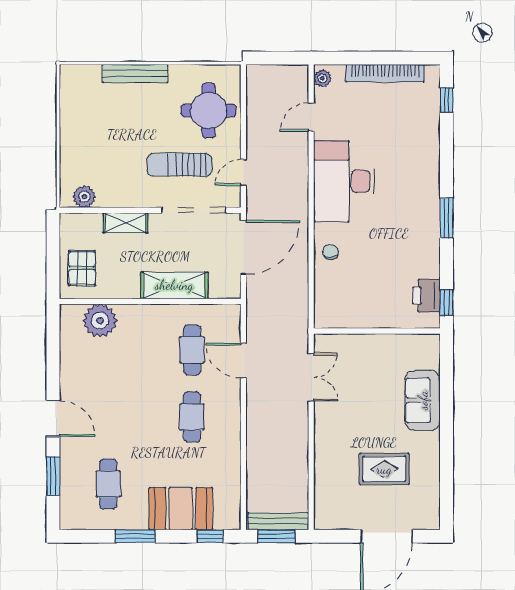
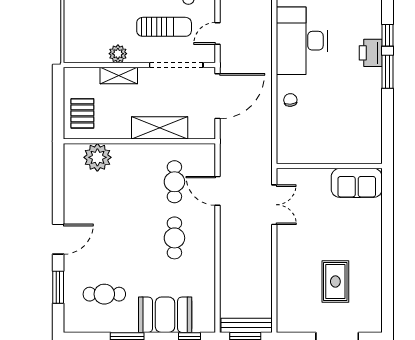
sun lounger: (180, 165) -> (164, 27), turned 180
plant: (84, 197) -> (118, 54), moved
printer: (426, 296) -> (371, 53), moved
window: (446, 303) -> (387, 35), moved
sofa: (423, 400) -> (357, 183), moved, turned -90
door: (53, 418) -> (58, 239), hinge flipped
rug: (384, 469) -> (335, 282), turned 90
cafe table: (108, 484) -> (104, 294), turned 90

